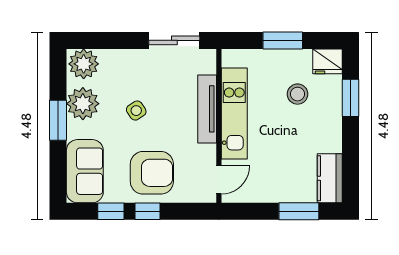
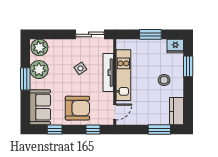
stool: (298, 94) -> (164, 80), moved
side table: (136, 111) -> (80, 68), moved
window: (148, 211) -> (93, 130), moved

